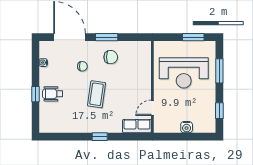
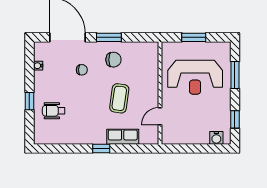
window: (193, 37) -> (194, 37), moved
wheelchair: (53, 94) -> (54, 111), moved
coffee table: (97, 94) -> (119, 98), moved
row of seats: (137, 126) -> (123, 137), moved
water cooler: (187, 127) -> (216, 138), moved

